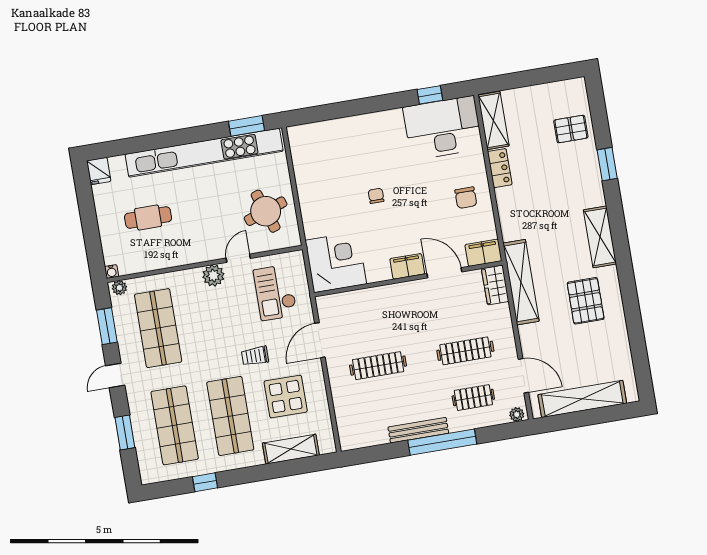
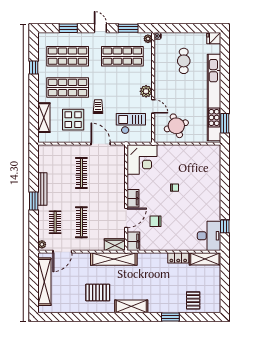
desk: (443, 128) -> (209, 236), width x0.73, depth x0.77
chair: (466, 198) -> (155, 221), moved
window: (442, 442) -> (34, 201), width x0.47

